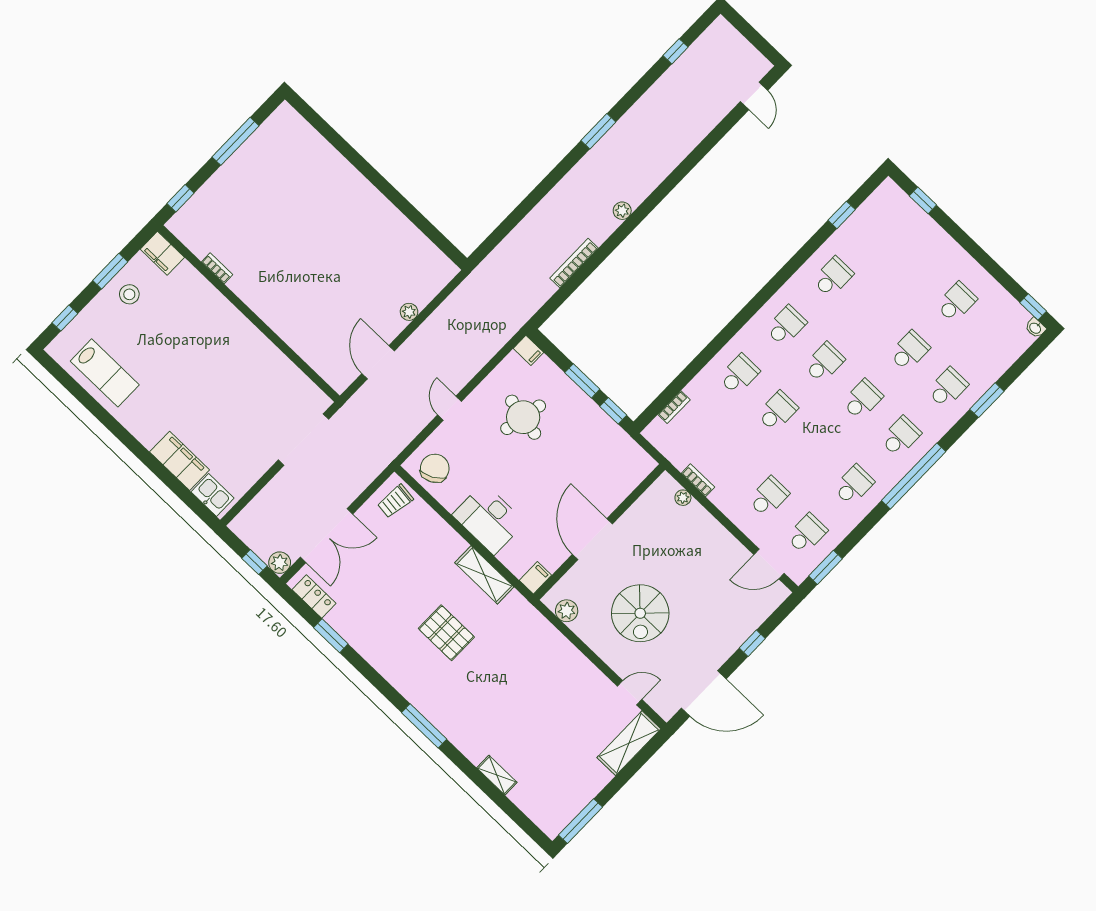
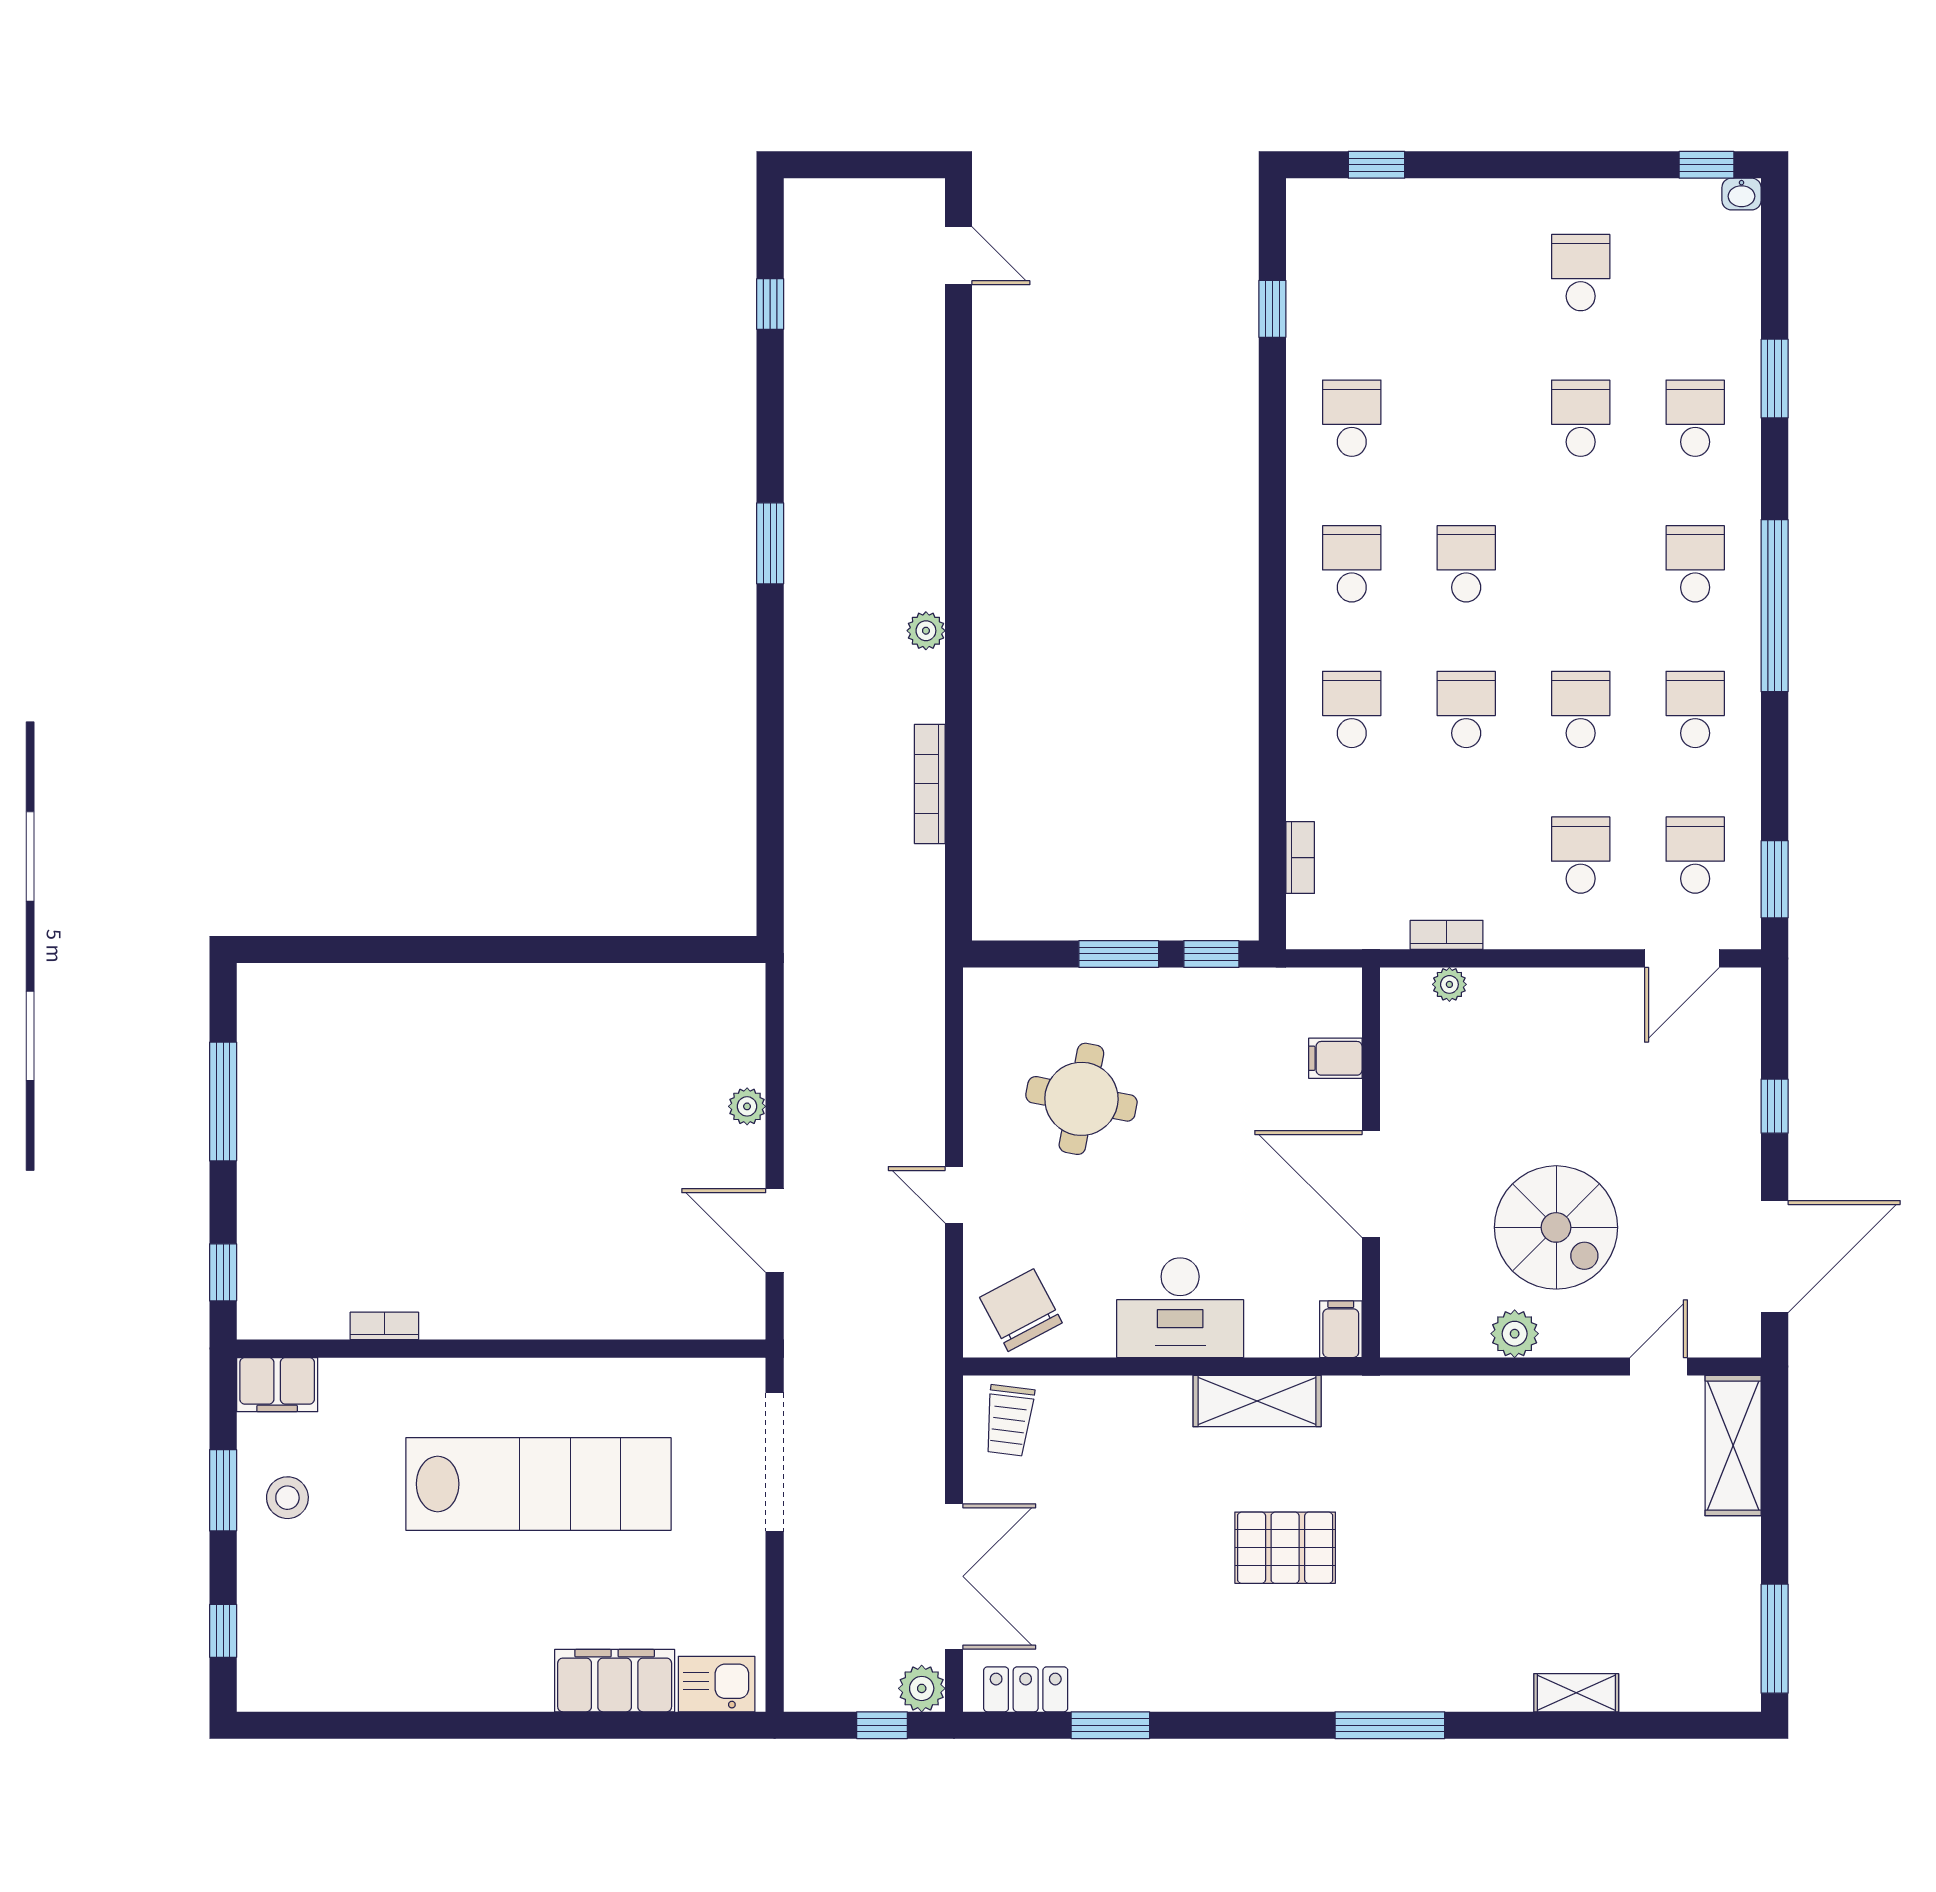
filing cabinet: (528, 350) -> (1335, 1058), moved, turned 180
lab bench: (105, 373) -> (538, 1484), moved, width x1.86, depth x1.39
school desk: (862, 400) -> (1581, 709), moved
plant: (567, 611) -> (1515, 1334), moved

